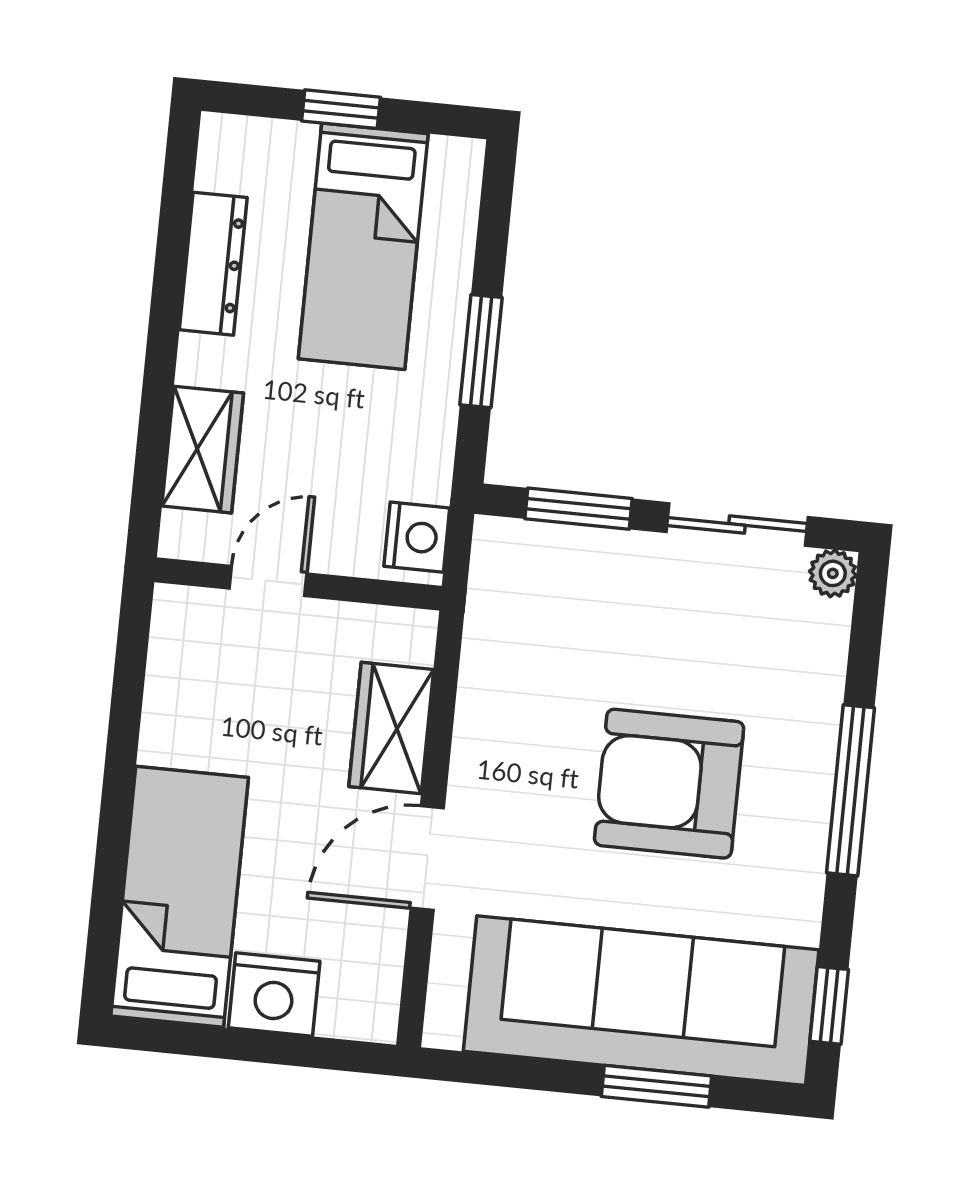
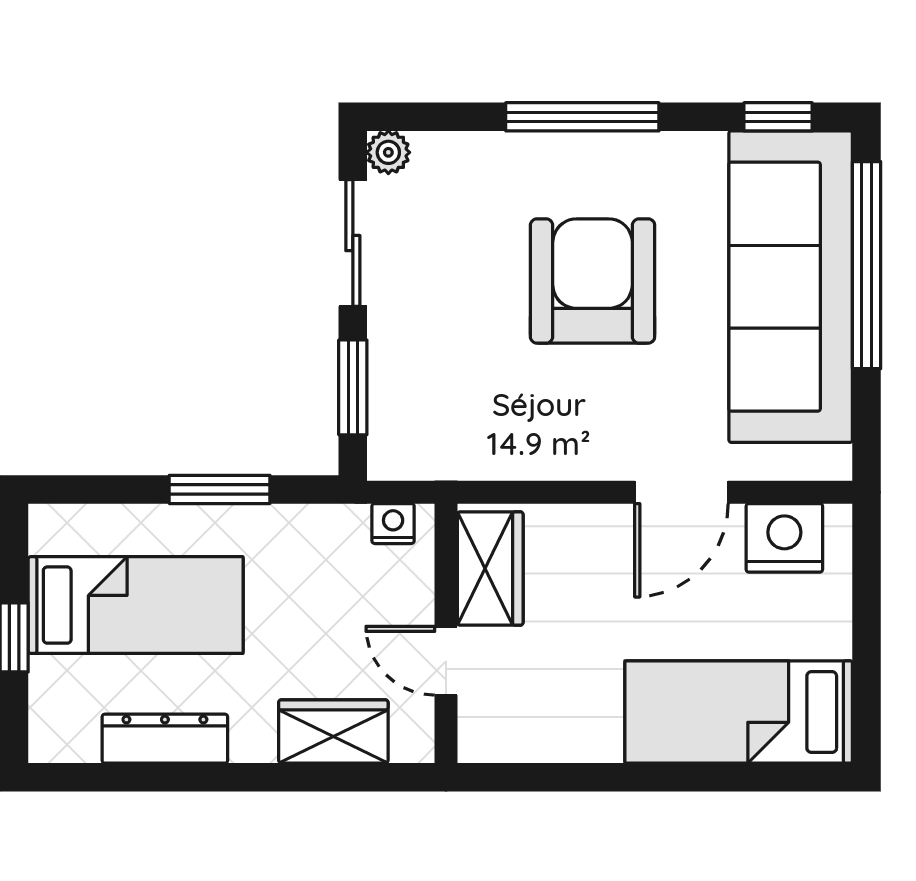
nightstand: (417, 537) -> (393, 524), width x0.72, depth x0.74
wardrobe: (391, 728) -> (490, 568), moved, turned -90
armchair: (669, 784) -> (593, 281), turned 180
door: (427, 858) -> (681, 492), hinge flipped
nightstand: (274, 994) -> (784, 538), moved, turned -90
window: (656, 1086) -> (867, 265), width x2.11

